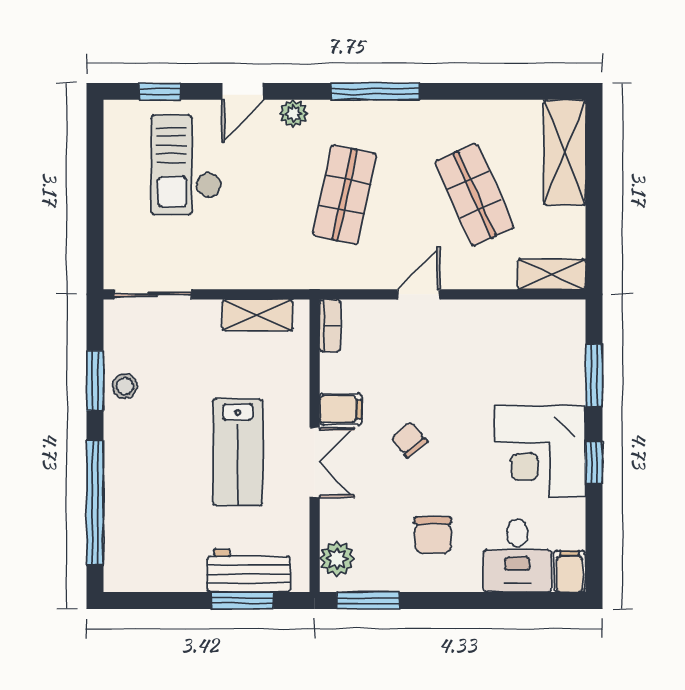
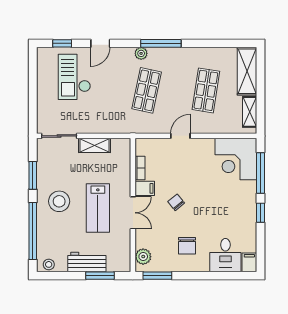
plant: (293, 113) -> (141, 53), moved
shop shelf: (474, 195) -> (206, 90), turned 33
shelving: (552, 274) -> (250, 112), moved, turned 90
shelving: (258, 315) -> (94, 145), moved
bookcase: (330, 326) -> (140, 168), moved
window: (594, 375) -> (260, 173), width x1.44
stool: (125, 386) -> (59, 201), moved, width x1.89, depth x1.89
corner desk: (540, 451) -> (236, 159), moved
workbench: (249, 571) -> (87, 262), moved
stool: (130, 576) -> (49, 264), added

